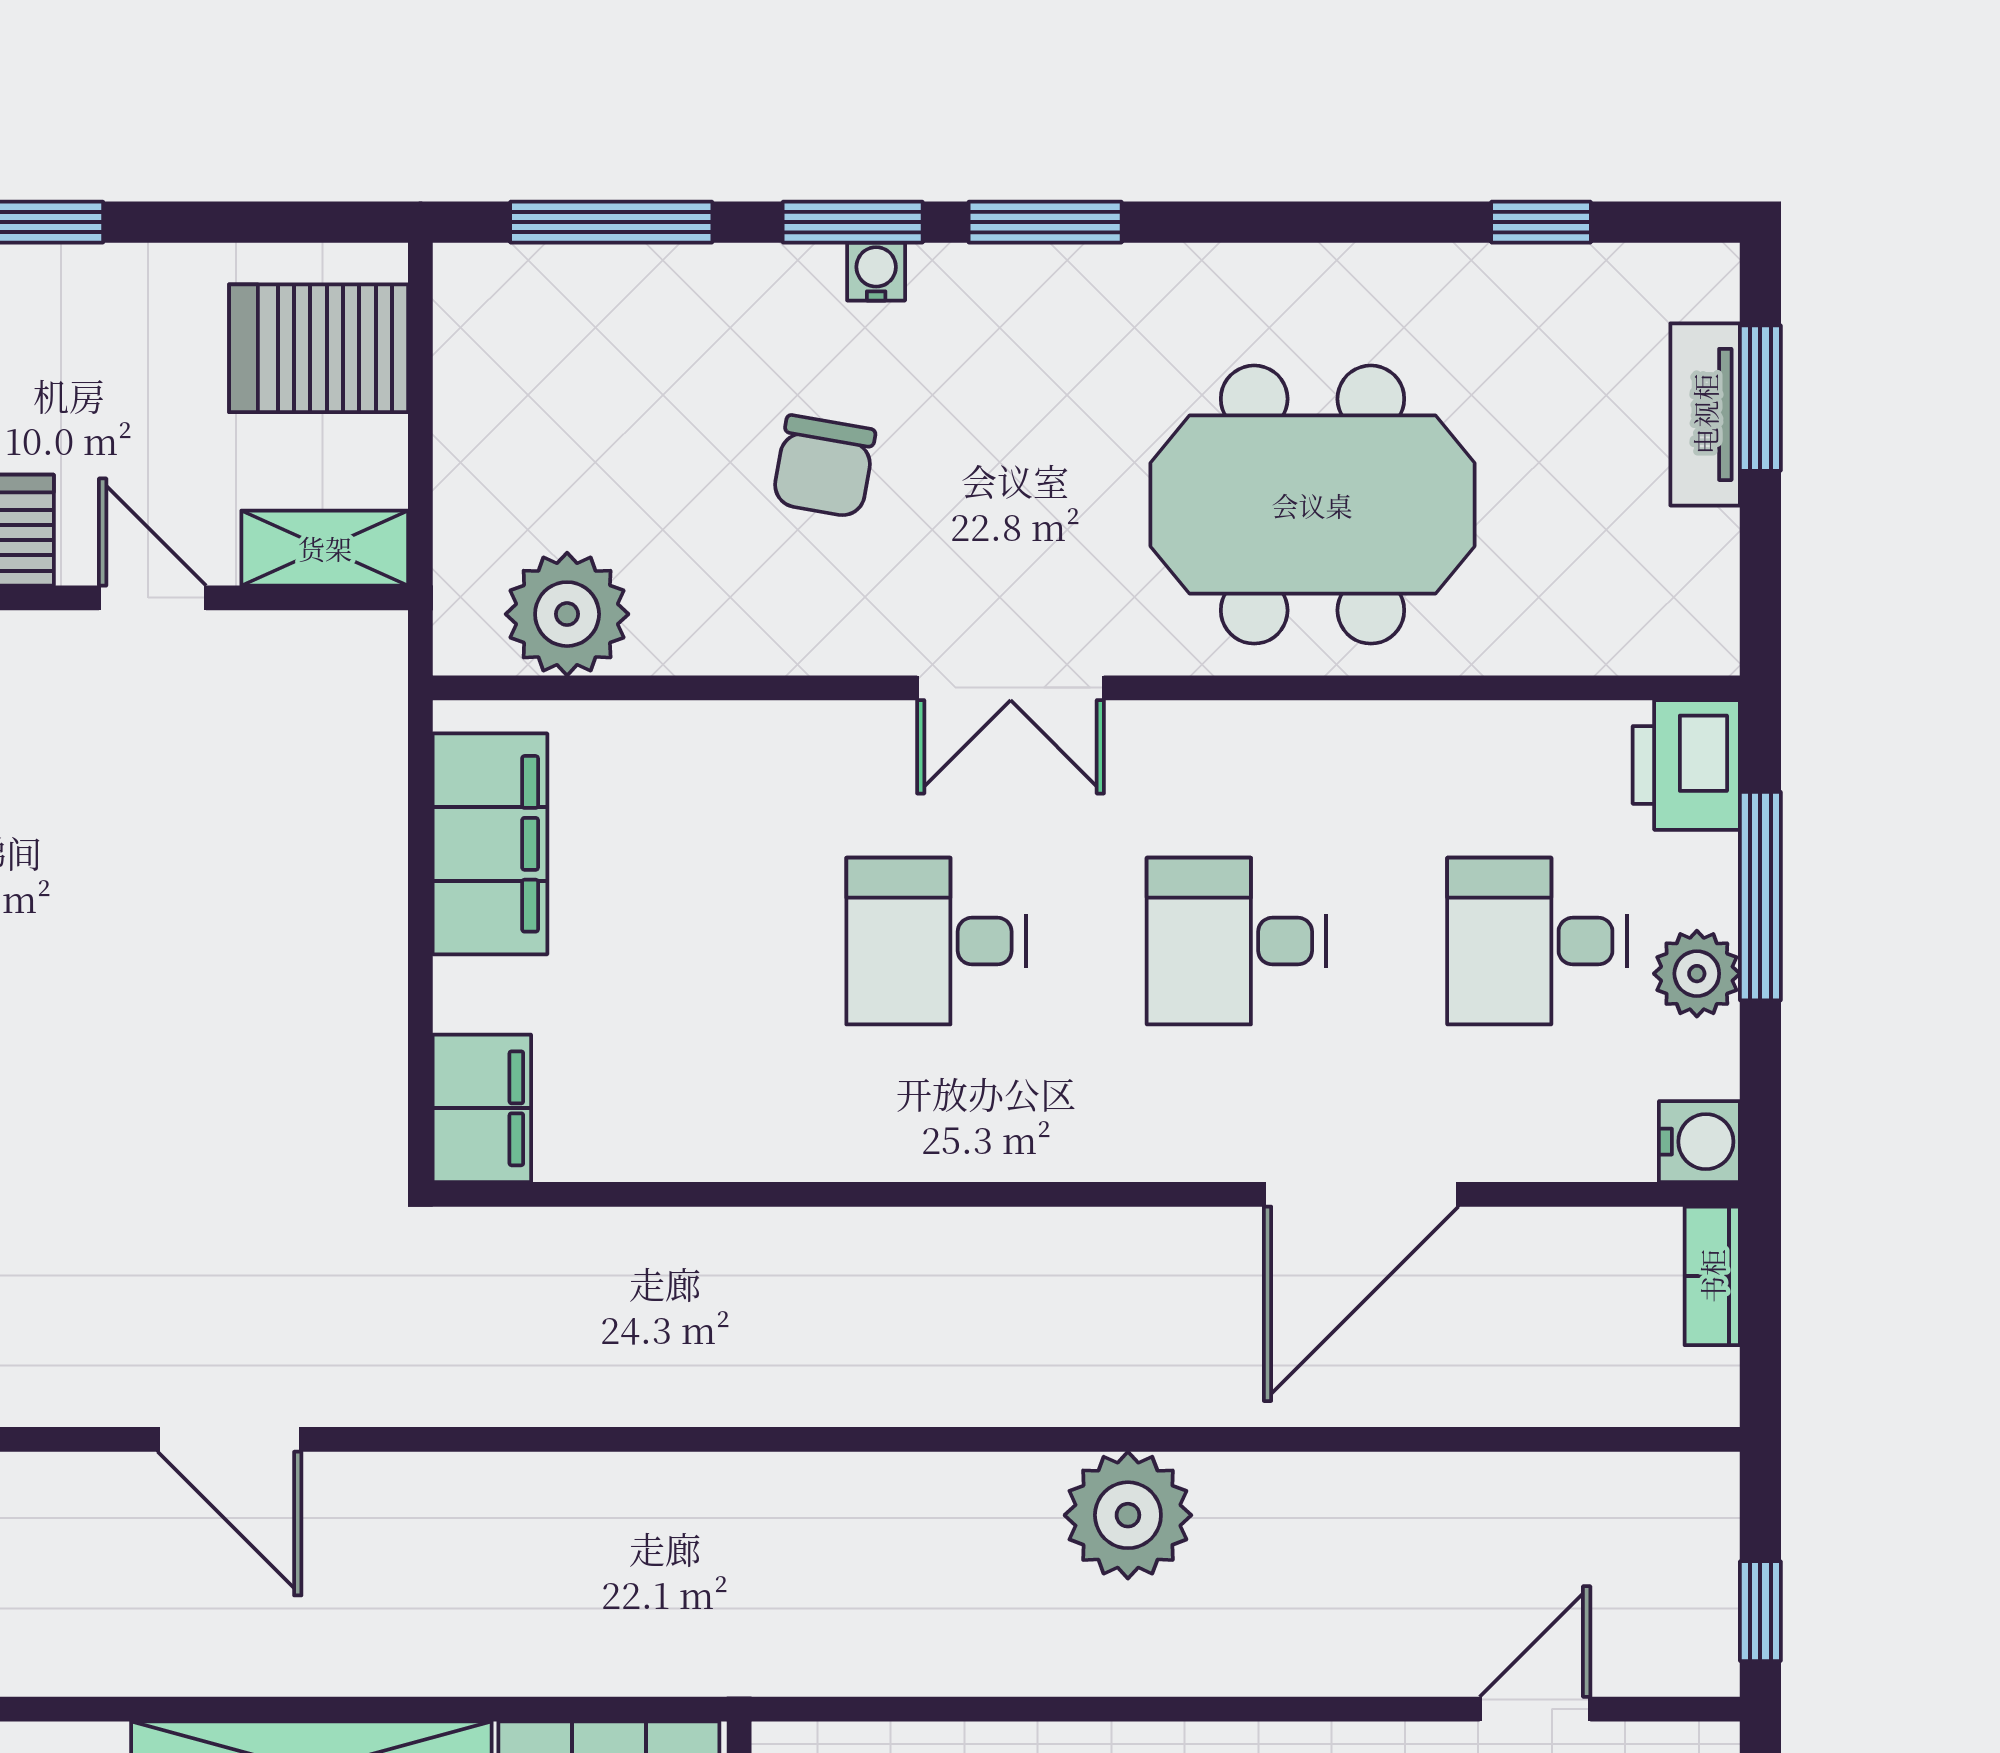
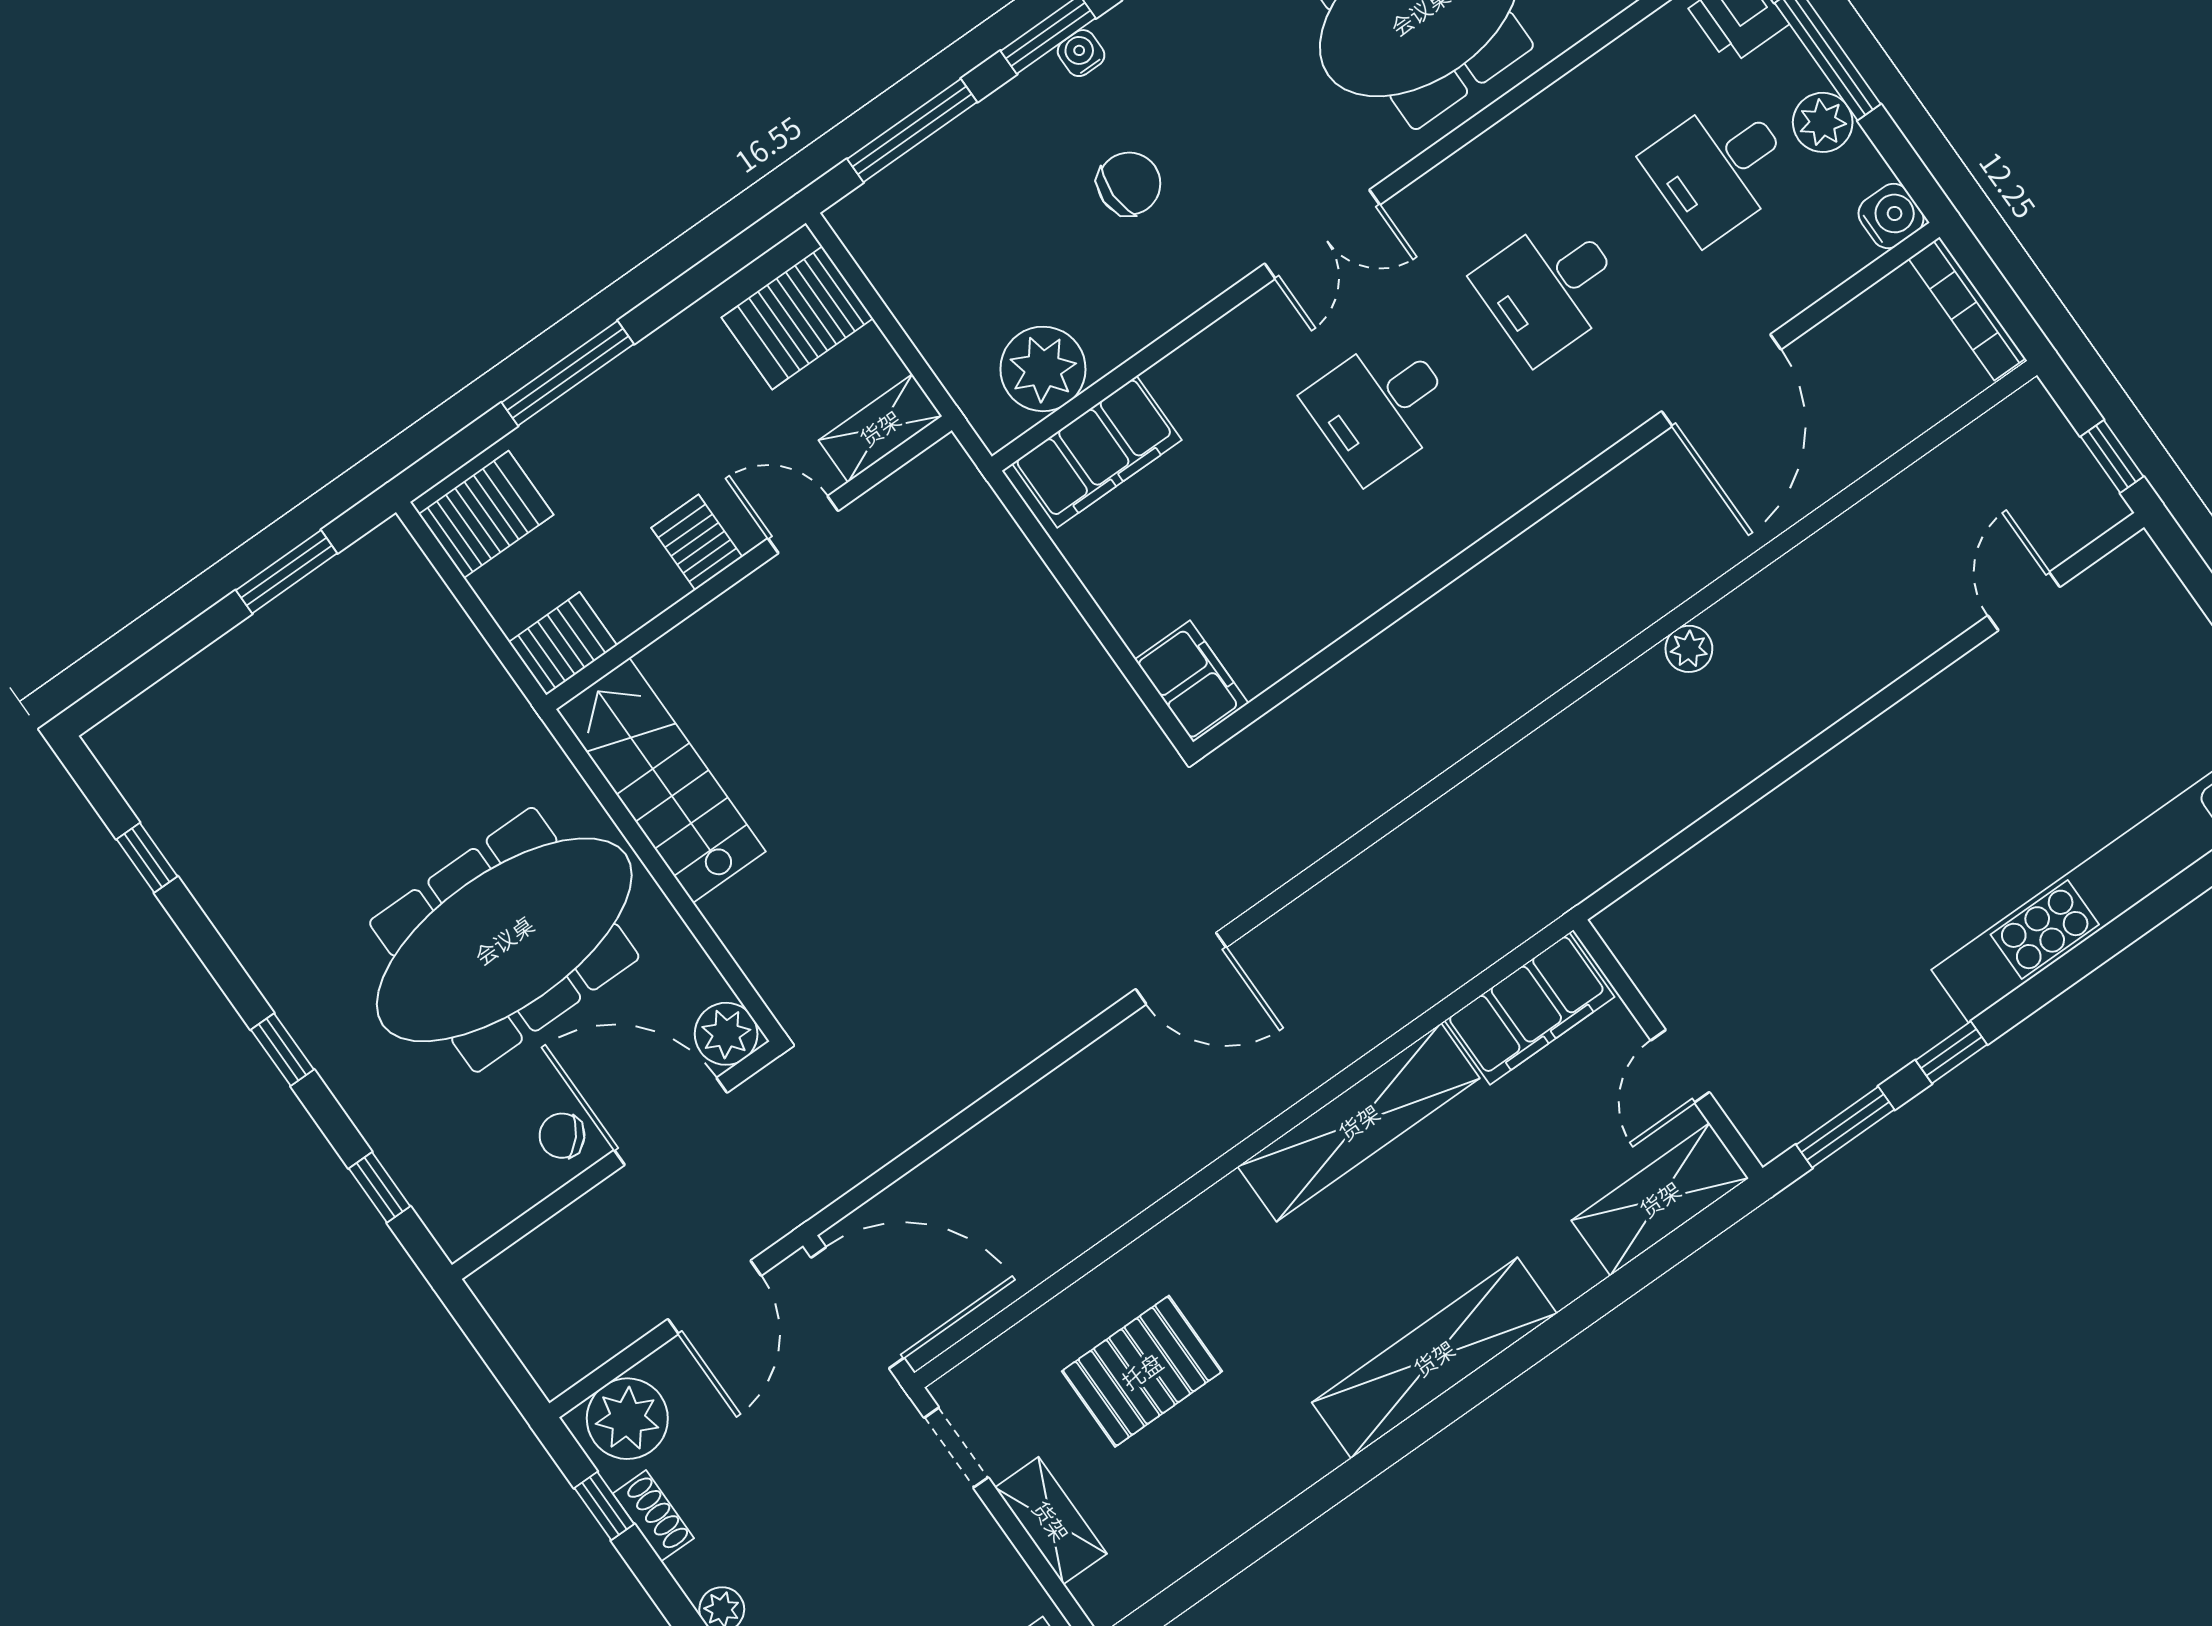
chair: (824, 466) -> (1129, 184), turned -100
filing cabinet: (490, 844) -> (1097, 452), moved, turned 90
bookcase: (1712, 1276) -> (1967, 309), width x1.56
plant: (1128, 1515) -> (1689, 649), width x0.53, depth x0.53

